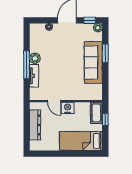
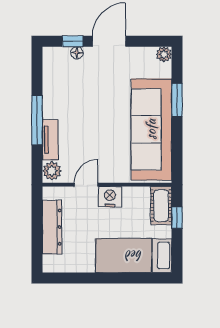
window: (90, 20) -> (73, 41), moved
plant: (35, 58) -> (52, 171), moved
sofa: (93, 62) -> (151, 129), width x1.36, depth x1.27
door: (54, 101) -> (86, 185), swing flipped

